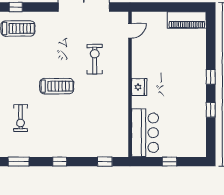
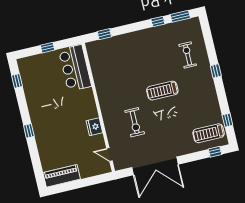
door: (130, 31) -> (109, 155), hinge flipped
fridge: (139, 87) -> (94, 127), moved
window: (211, 110) -> (17, 81), moved
window: (60, 162) -> (158, 21), moved

